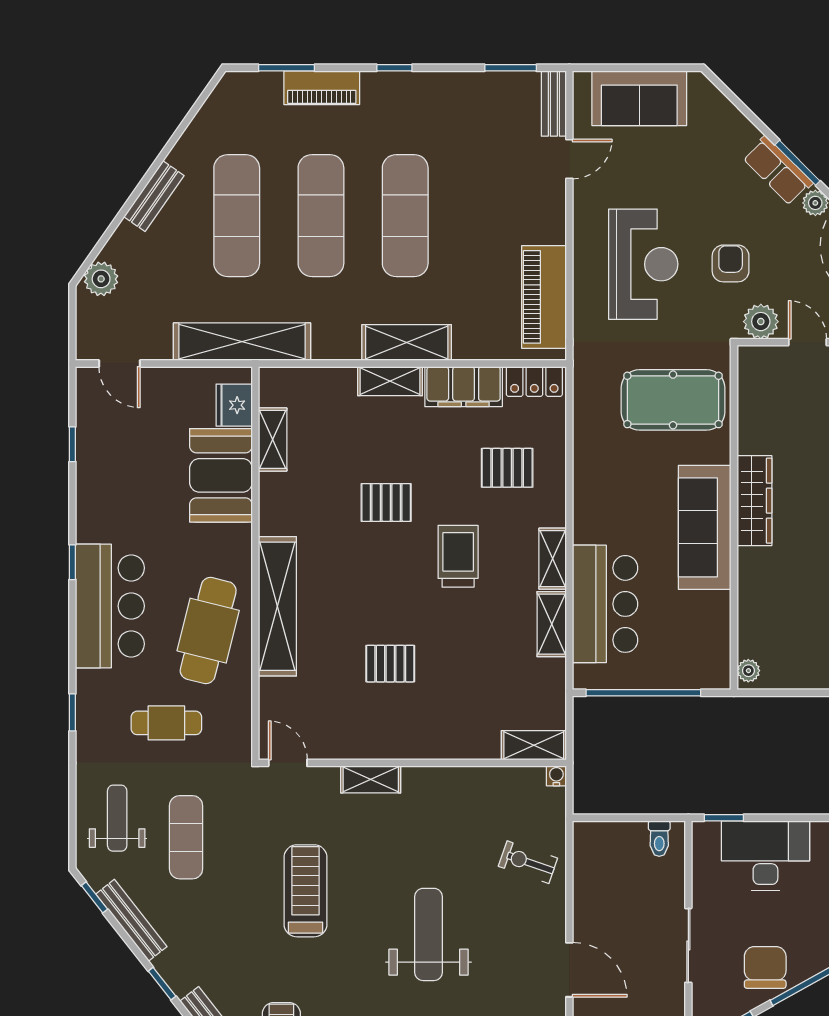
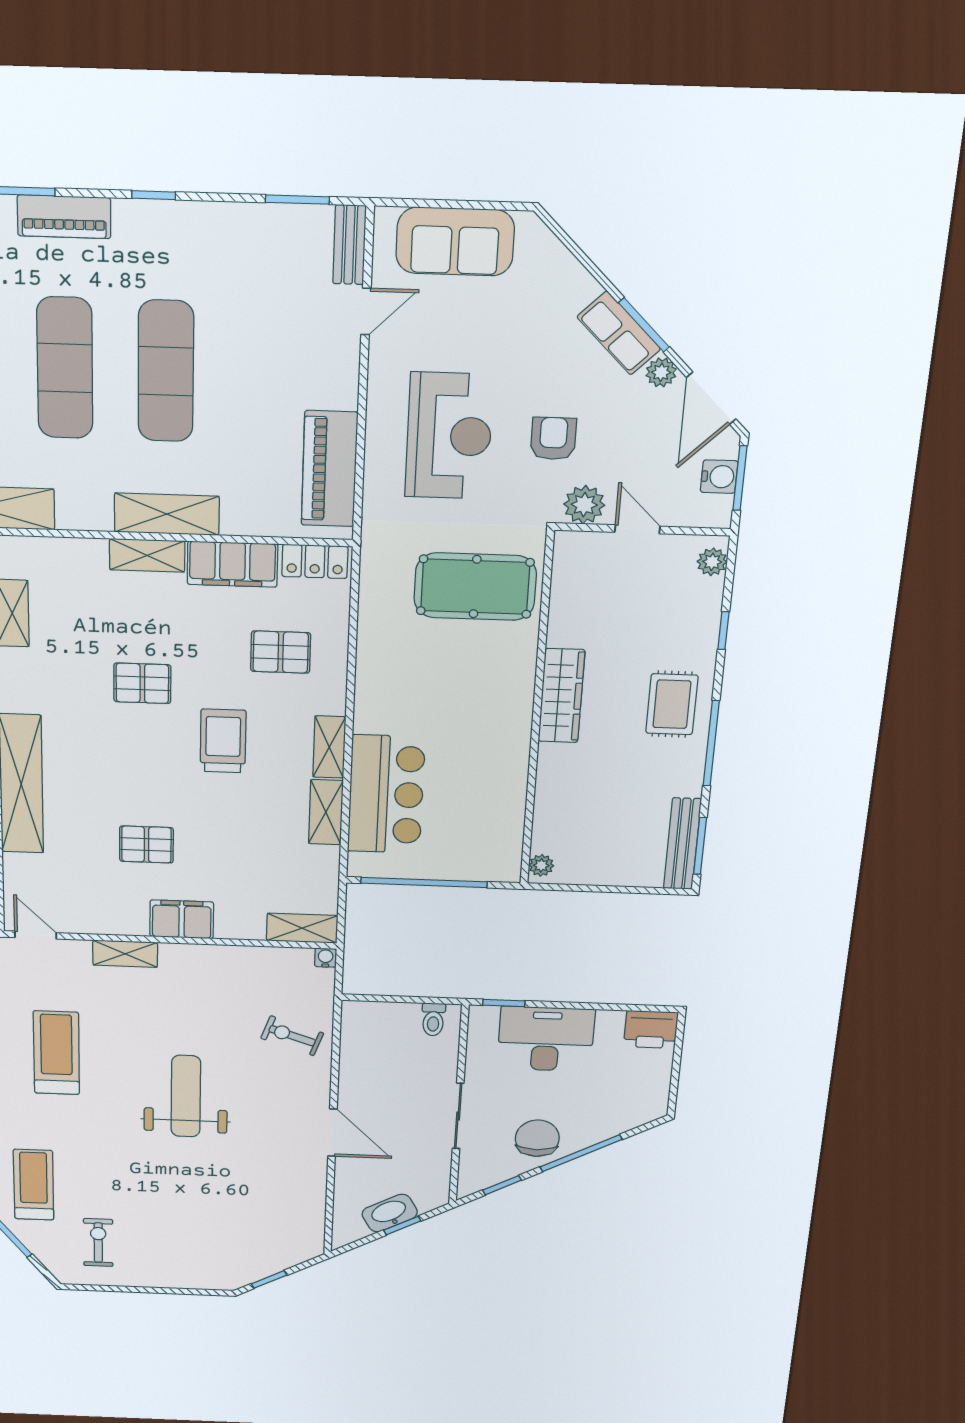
sofa: (705, 527) -> (503, 721), removed
filing cabinet: (423, 740) -> (182, 919), added

